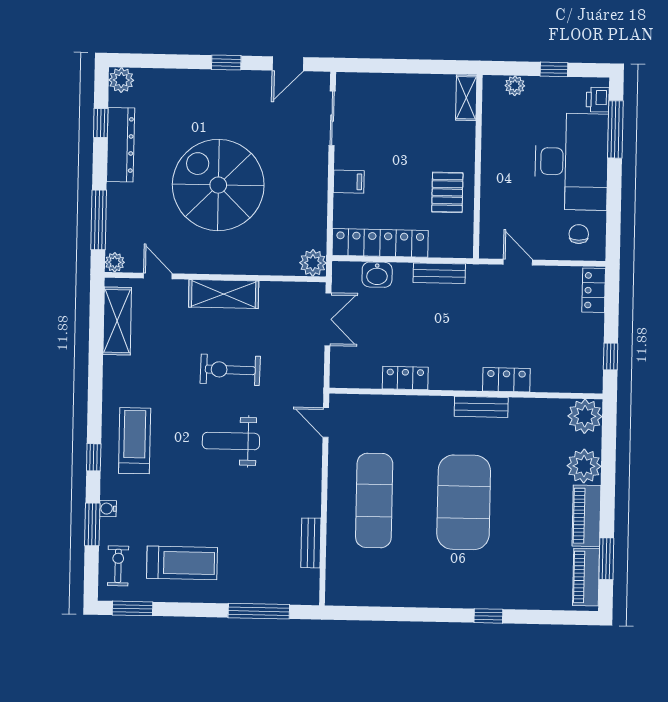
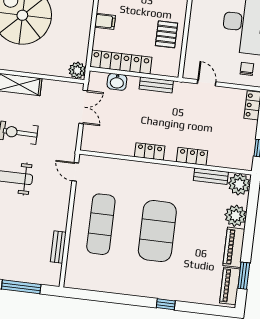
locker: (405, 378) -> (150, 151), moved
bench: (481, 407) -> (211, 176), moved

